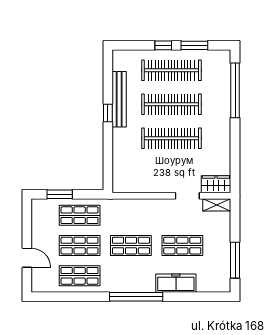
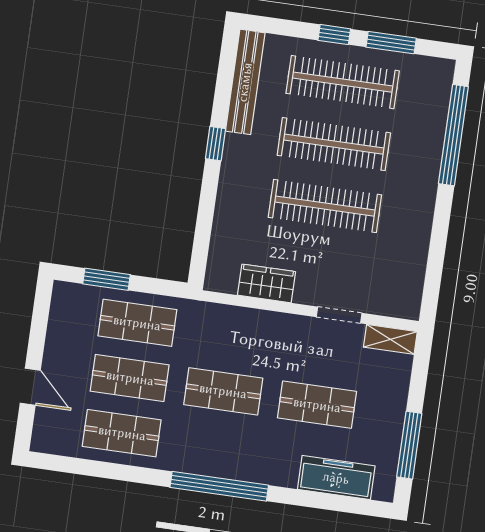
bench: (119, 99) -> (245, 82), moved
wardrobe: (216, 184) -> (267, 283), moved
freezer: (176, 283) -> (336, 478), moved

